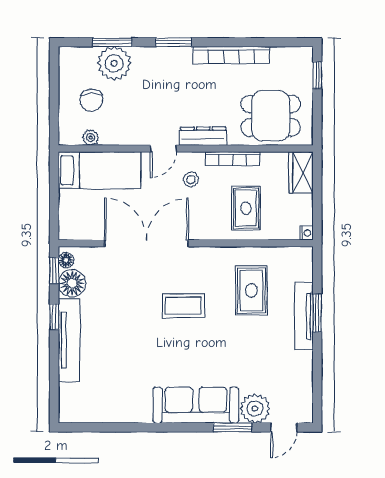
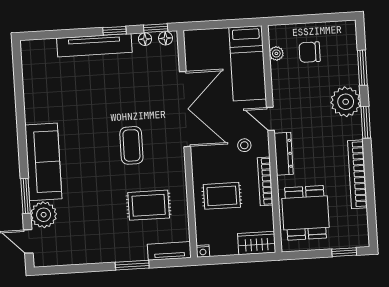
plant: (114, 63) -> (346, 102), moved
floor lamp: (72, 283) -> (145, 39), width x0.53, depth x0.53
tv unit: (304, 316) -> (169, 251), moved, width x0.71

